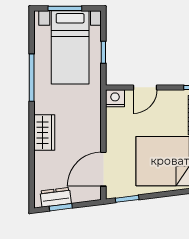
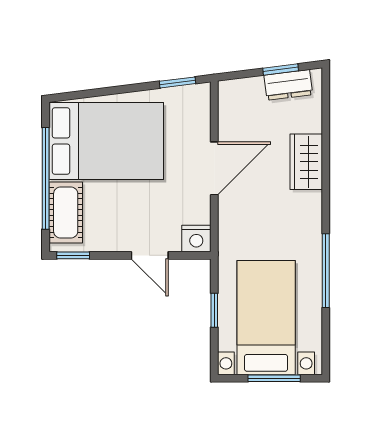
door: (145, 87) -> (150, 255), swing flipped
wardrobe: (44, 133) -> (306, 162), moved
door: (103, 169) -> (214, 168), moved

